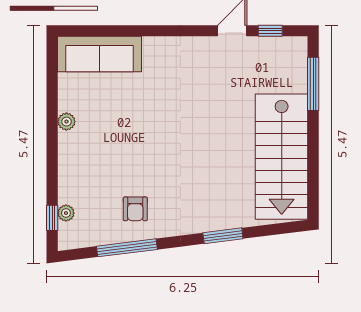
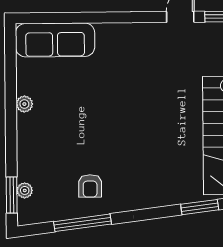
window: (52, 218) -> (12, 195), width x1.50
window: (223, 236) -> (200, 207), moved

